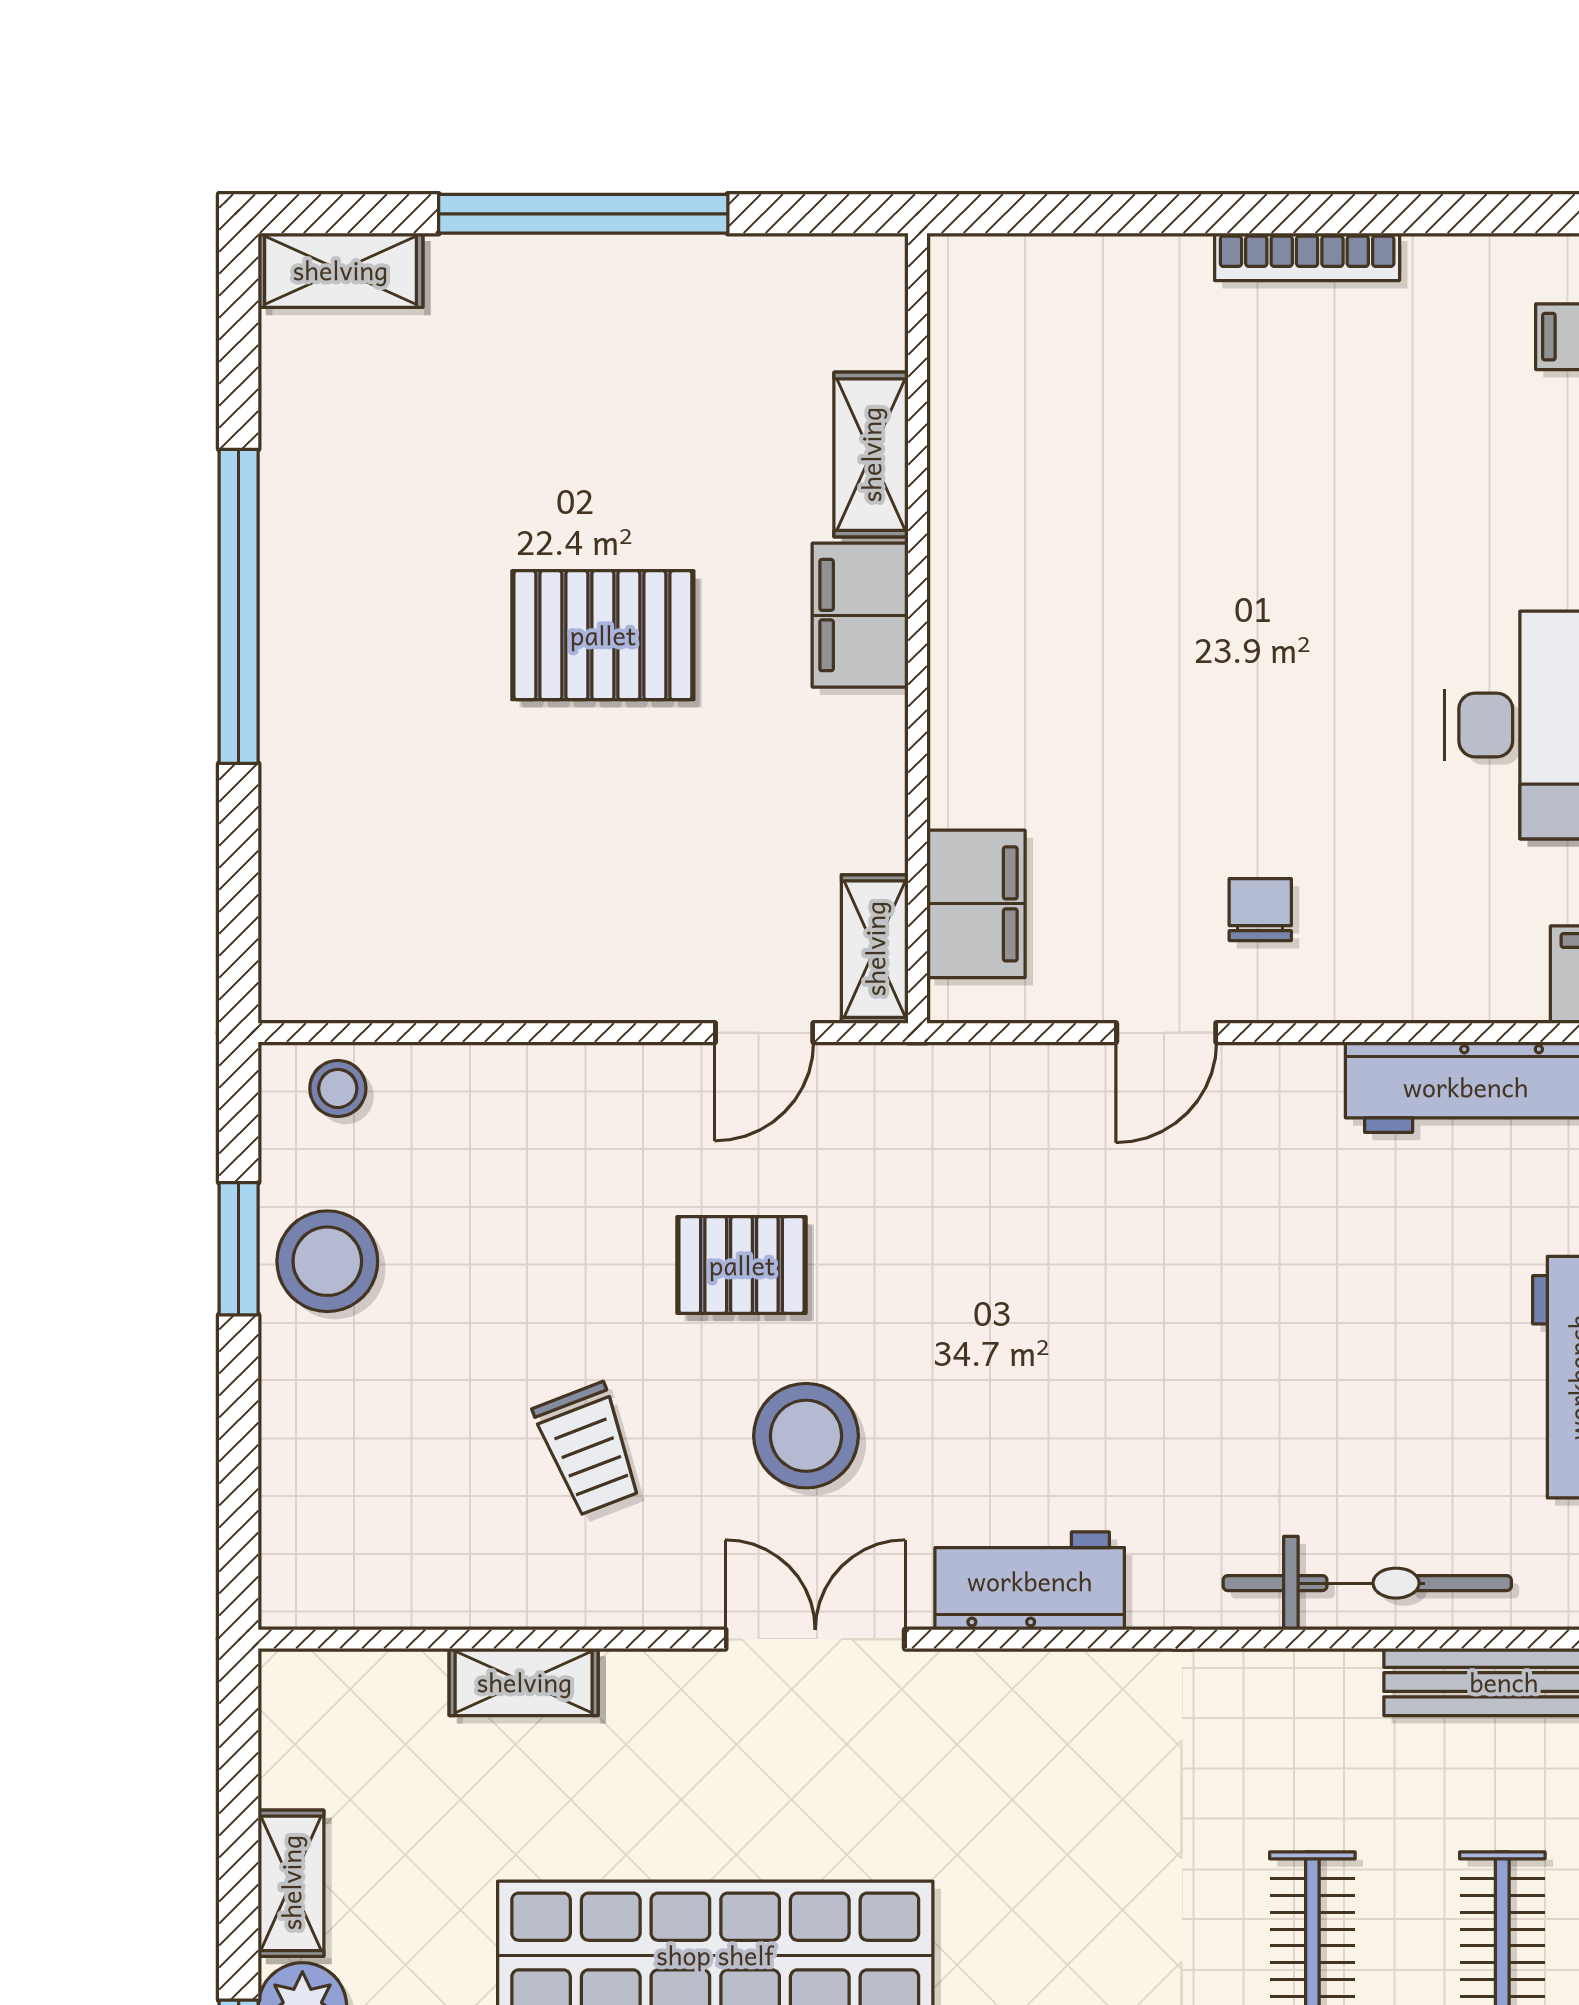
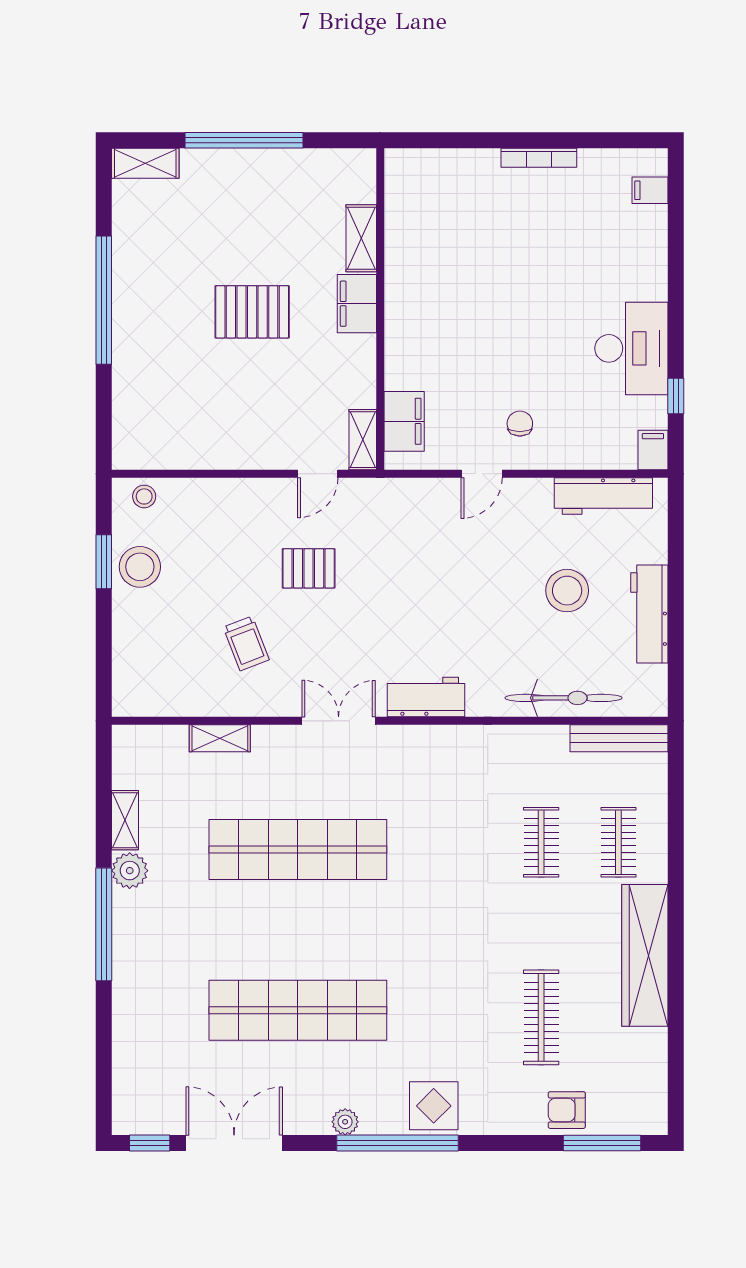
stool: (806, 1436) -> (567, 591), moved

